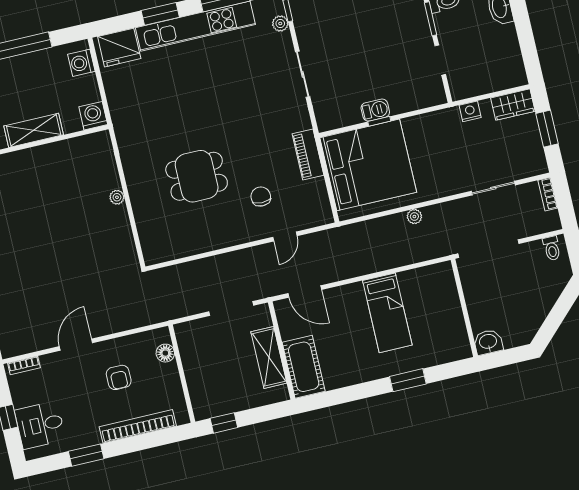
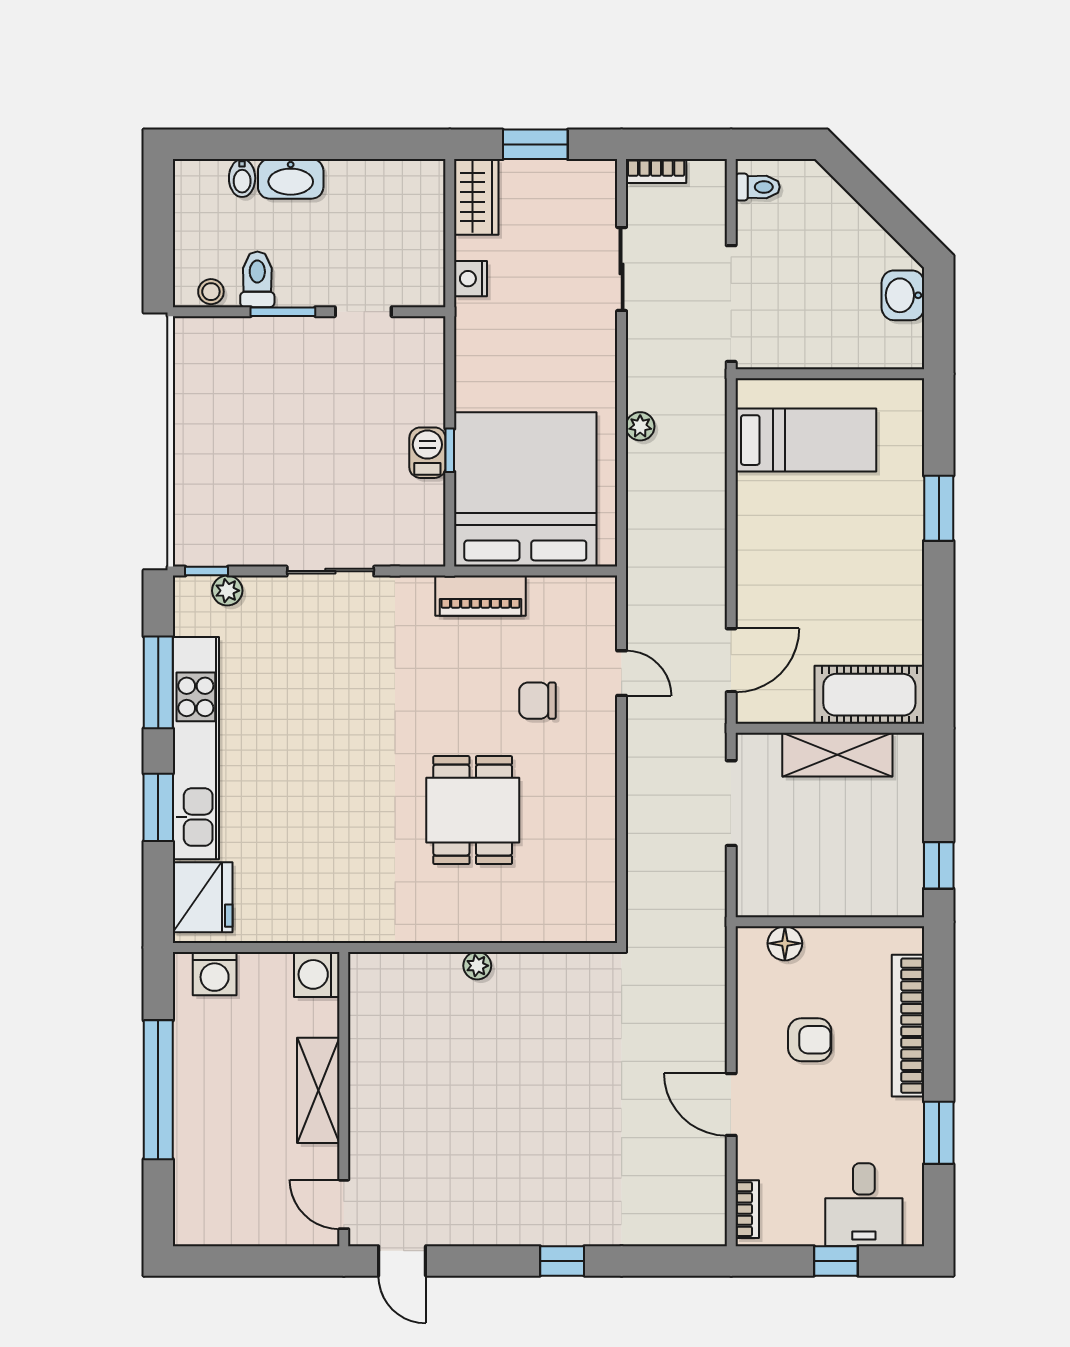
bed: (387, 313) -> (806, 440), moved
washbasin: (488, 342) -> (903, 295), moved

